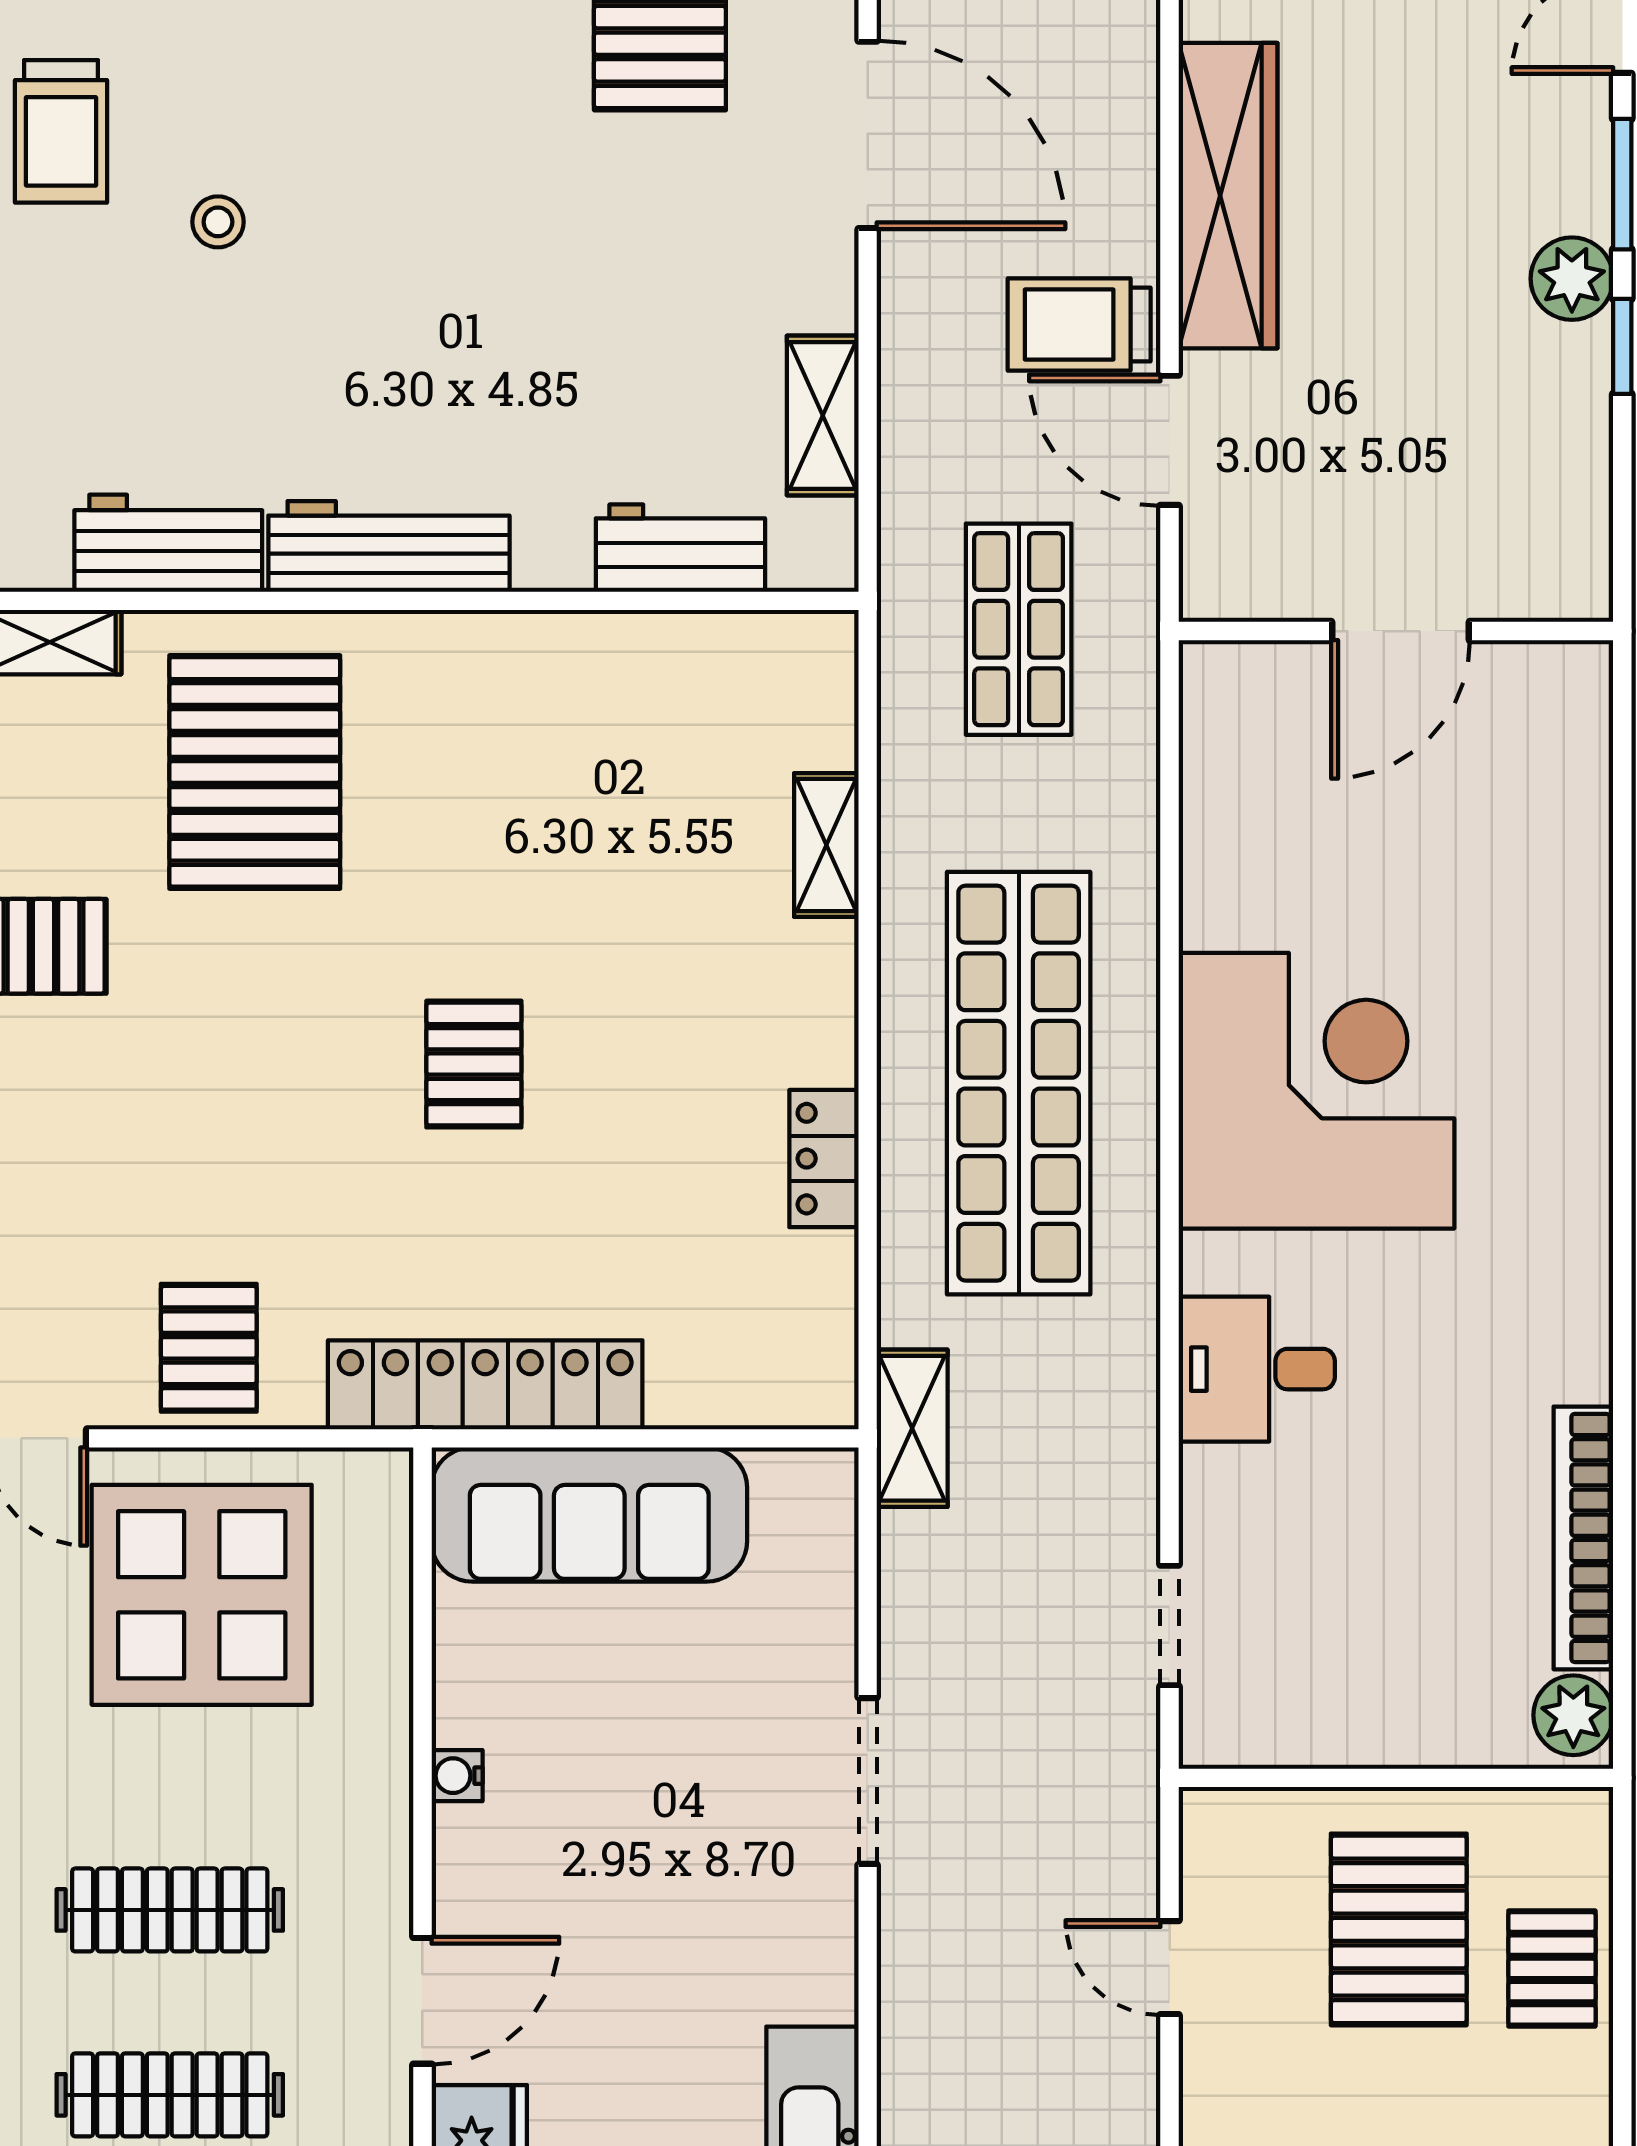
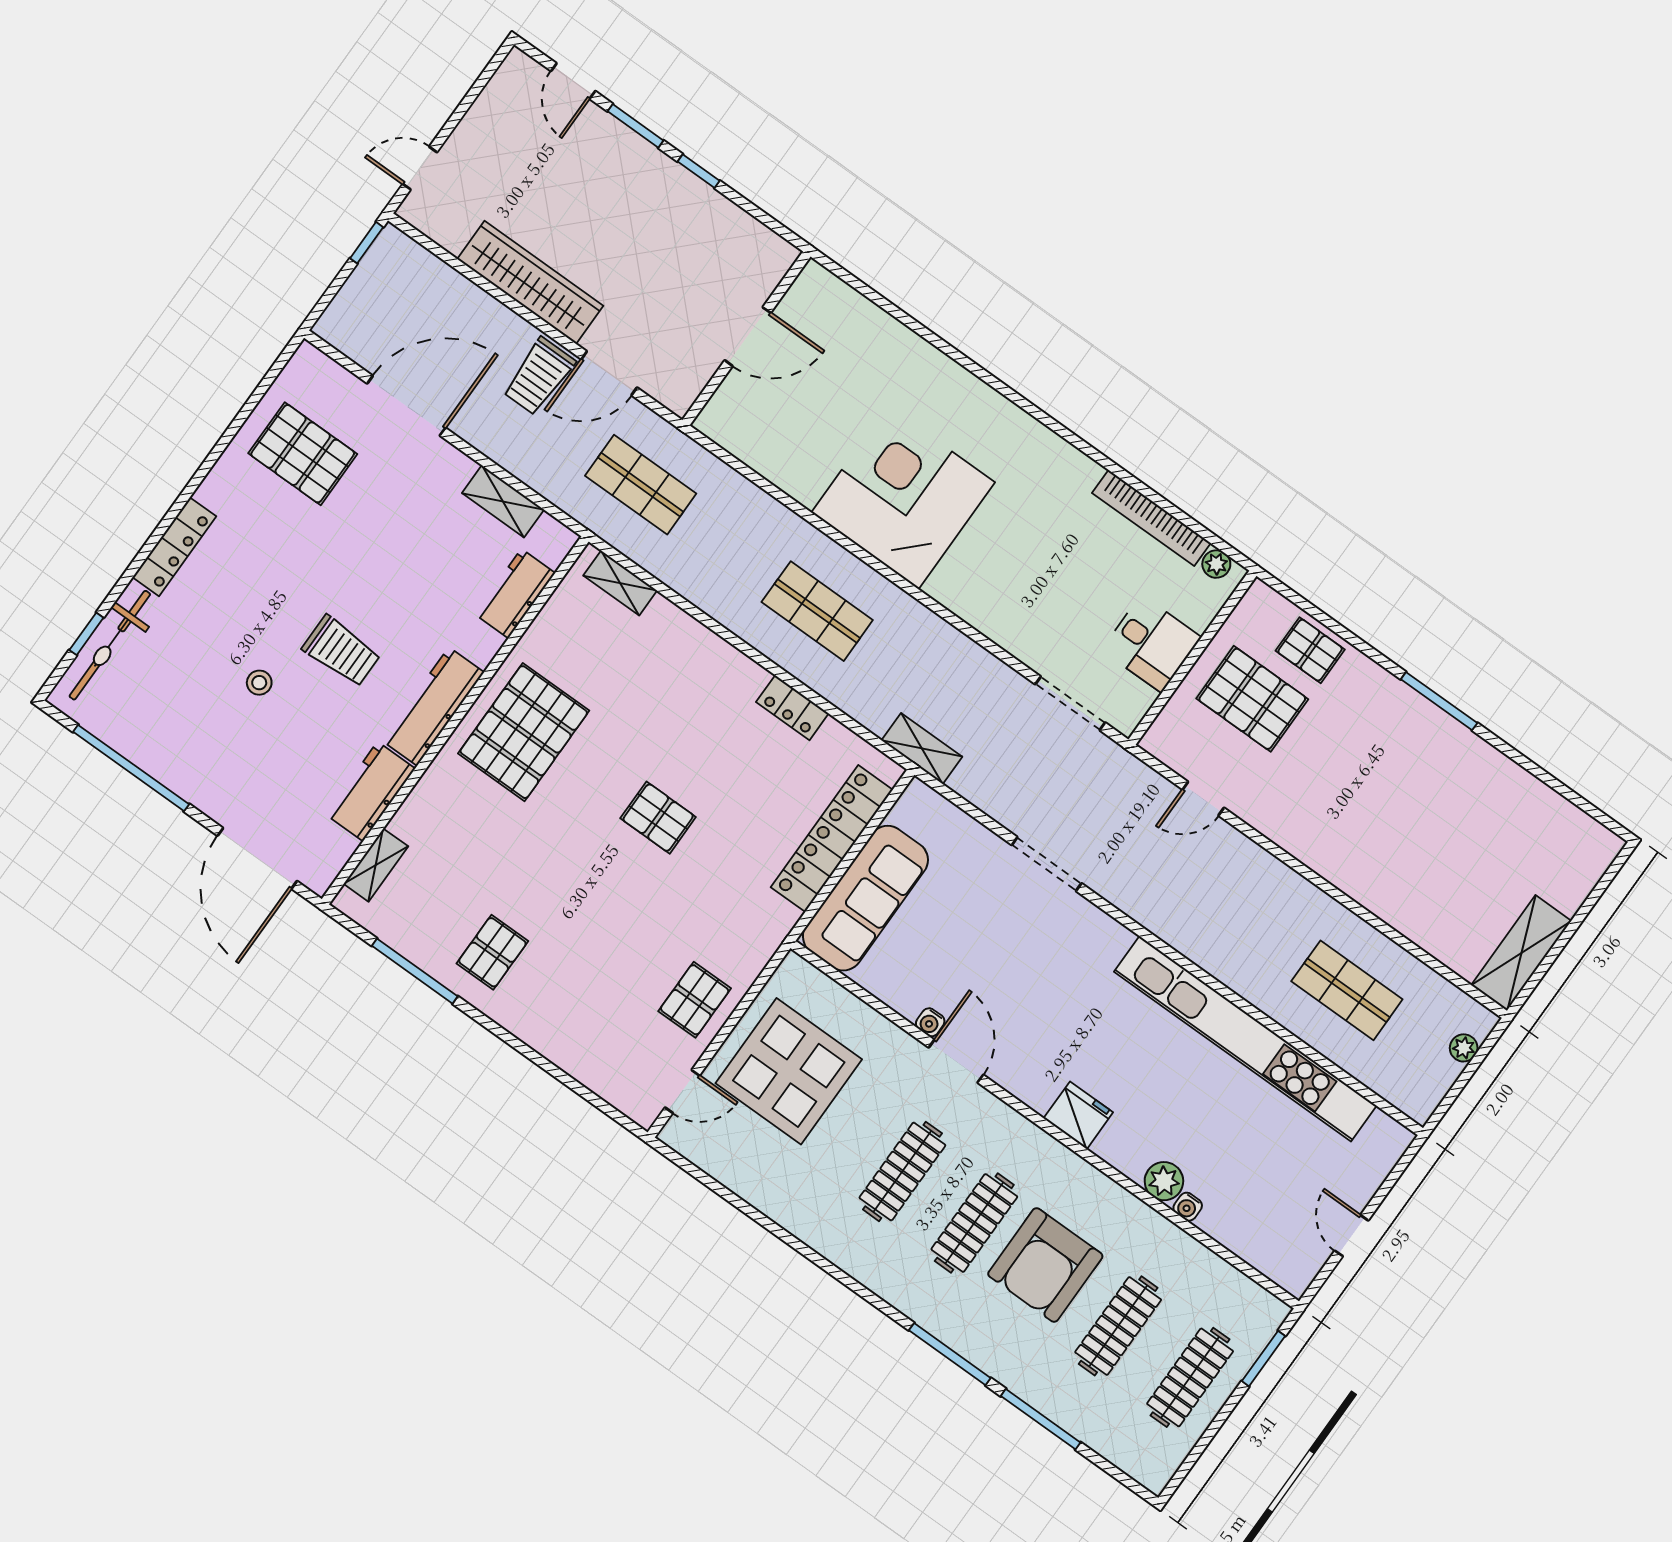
trolley: (61, 131) -> (341, 651), moved
plant: (1572, 279) -> (658, 172), removed
door: (1401, 631) -> (748, 337), hinge flipped
pallet: (255, 772) -> (524, 732), moved, turned 90
shelving: (826, 845) -> (620, 583), moved
shop shelf: (1019, 1083) -> (817, 611), width x0.50, depth x0.74
pallet: (209, 1348) -> (695, 1000), turned 90
desk: (1257, 1369) -> (1151, 644), moved, turned -90
locker: (485, 1385) -> (832, 839), moved
doorway: (1170, 1626) -> (1070, 703), width x1.38
plant: (1573, 1715) -> (1216, 564), width x0.73, depth x0.73
door: (422, 2001) -> (956, 1061), moved

